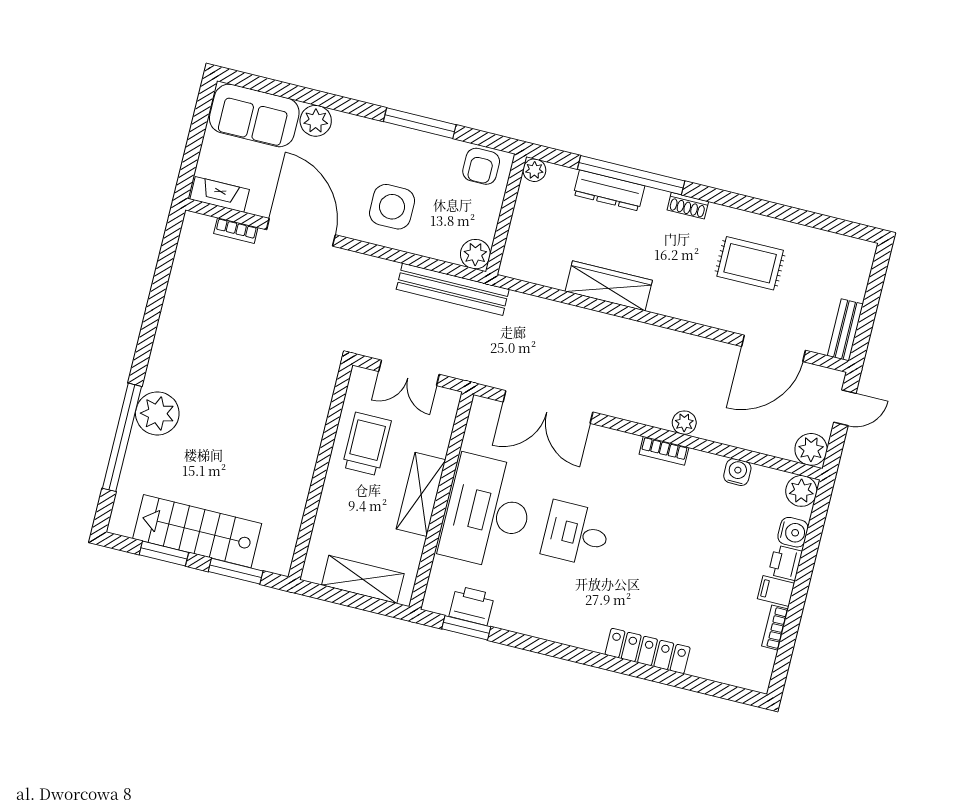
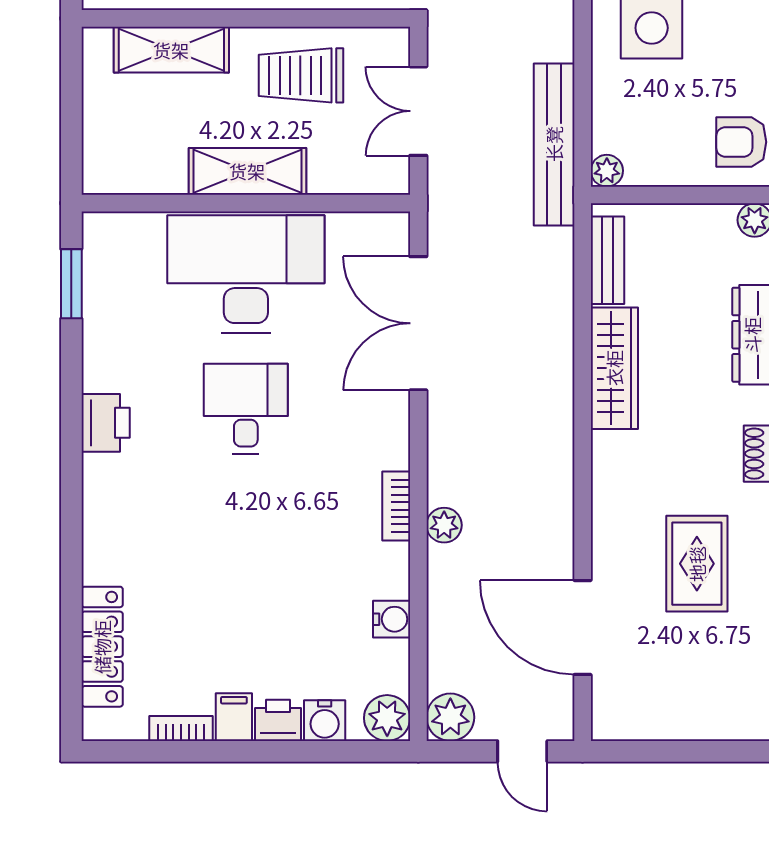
plant: (475, 254) -> (607, 171), width x0.73, depth x0.73
bench: (845, 330) -> (607, 260), moved, turned 90
trolley: (367, 444) -> (301, 75), turned 180
shelving: (363, 579) -> (171, 50), moved, turned 90
printer: (472, 605) -> (106, 423), moved
locker: (648, 651) -> (102, 647), moved

